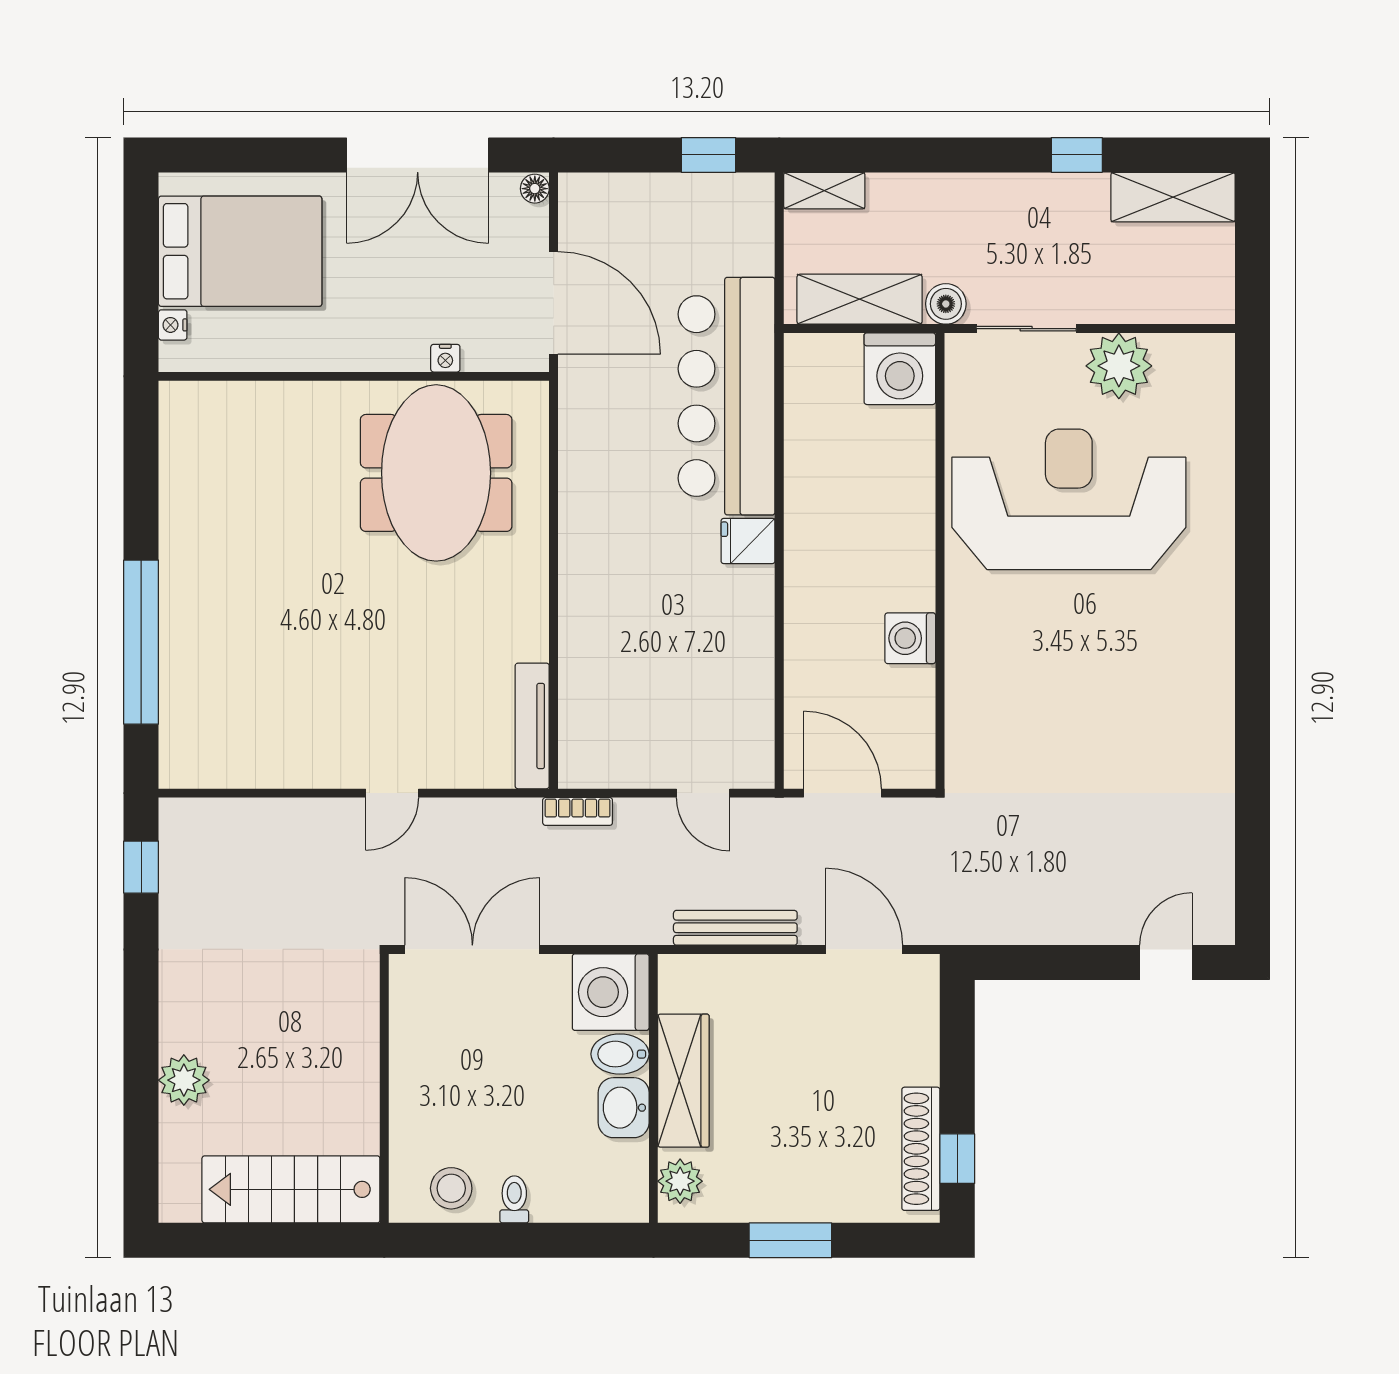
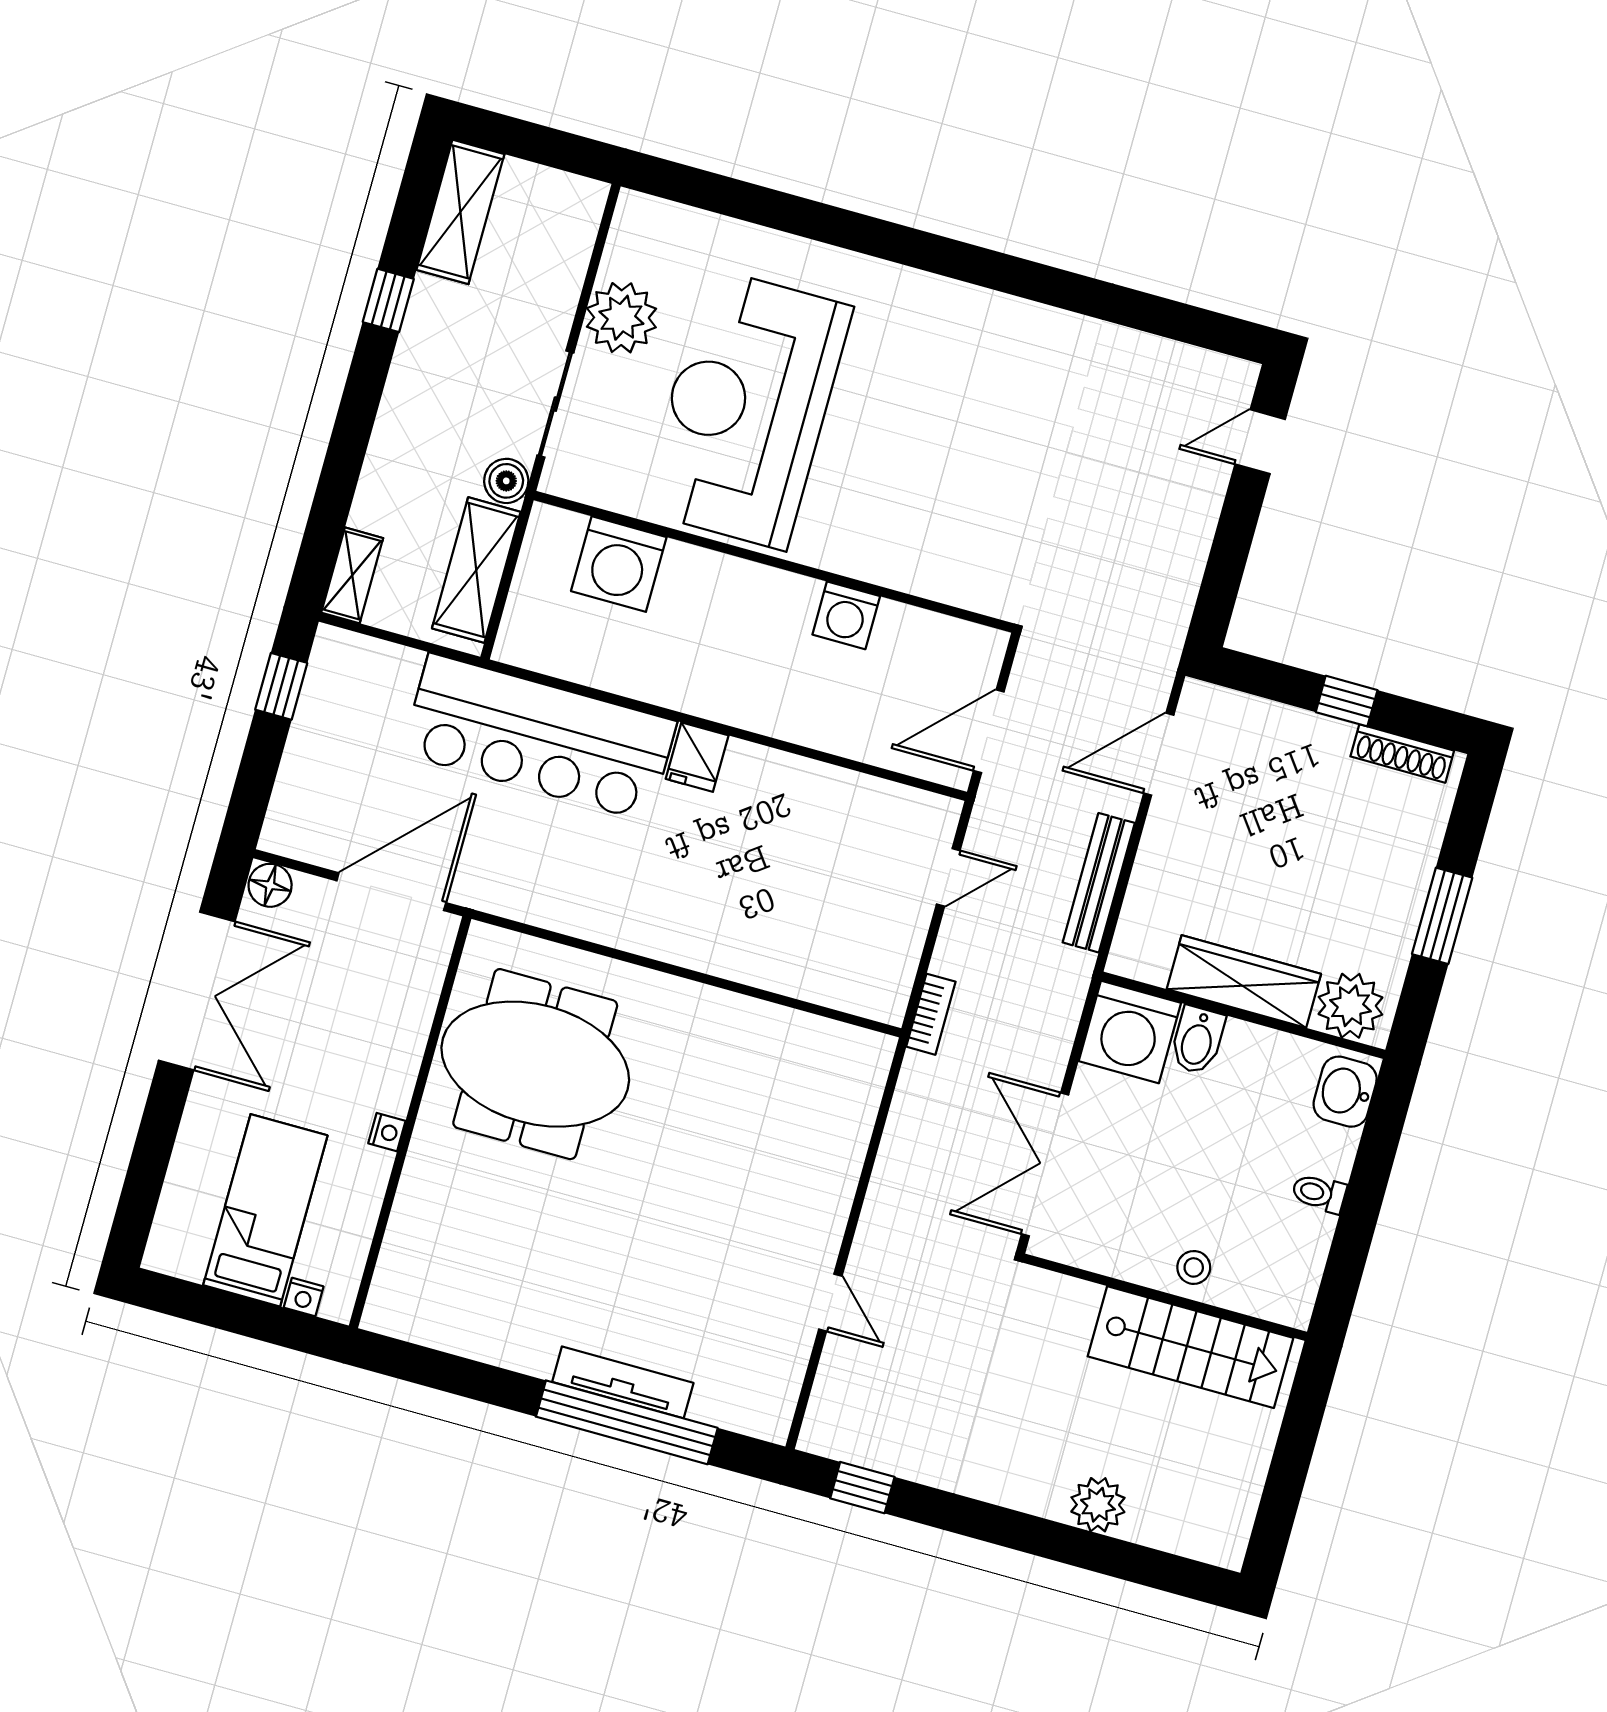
floor lamp: (535, 189) -> (270, 885), width x1.37, depth x1.37
bed: (240, 251) -> (265, 1210), width x0.67
nightstand: (445, 358) -> (387, 1132), moved
washing machine: (900, 369) -> (619, 564), moved, turned 90
tv unit: (532, 726) -> (623, 1382), moved, turned 180
door: (392, 793) -> (830, 1303), moved
door: (1166, 962) -> (1260, 442), hinge flipped
washbasin: (624, 1108) -> (1345, 1092), moved, turned 90
shoe rack: (921, 1149) -> (1402, 753), width x0.74, depth x0.81
window: (957, 1159) -> (1347, 701), moved
plant: (680, 1181) -> (1350, 1006), width x1.36, depth x1.36
stool: (451, 1188) -> (1194, 1267), moved, width x0.73, depth x0.73
stairs: (291, 1189) -> (1191, 1347), moved, turned -90

